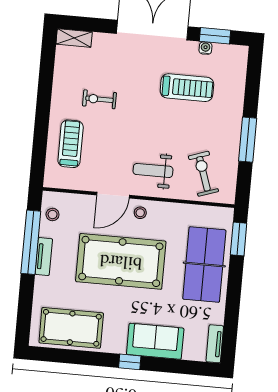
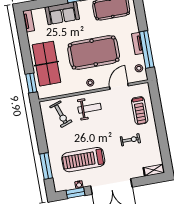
treadmill: (187, 88) -> (83, 160), width x1.37, depth x1.38
window: (248, 140) -> (46, 166), moved
door: (113, 195) -> (119, 86), moved

